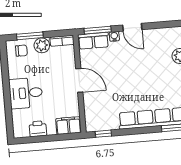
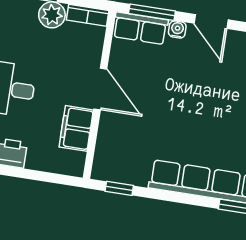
chair: (21, 51) -> (16, 15), removed
filing cabinet: (69, 126) -> (76, 128), moved, turned -90

